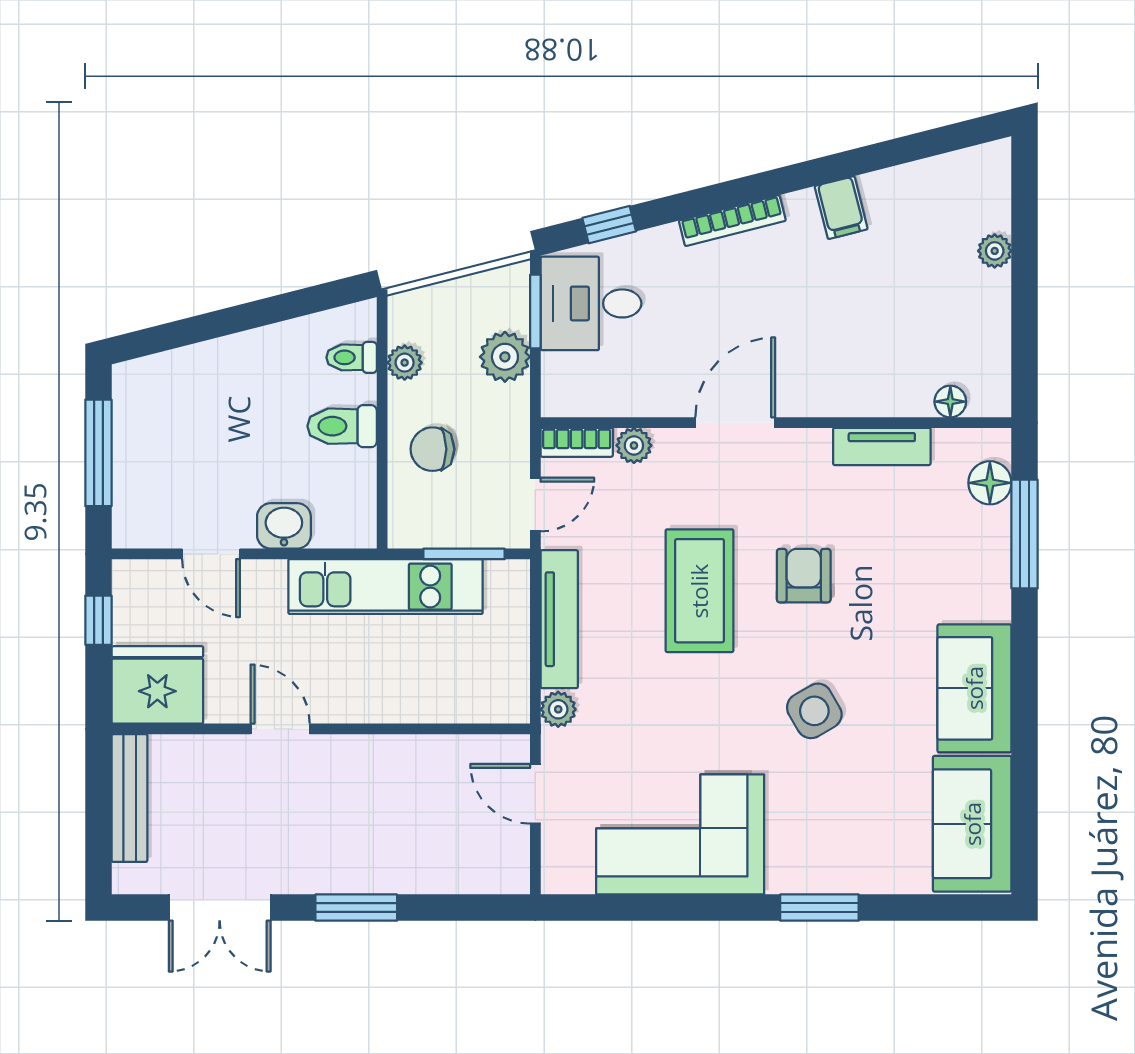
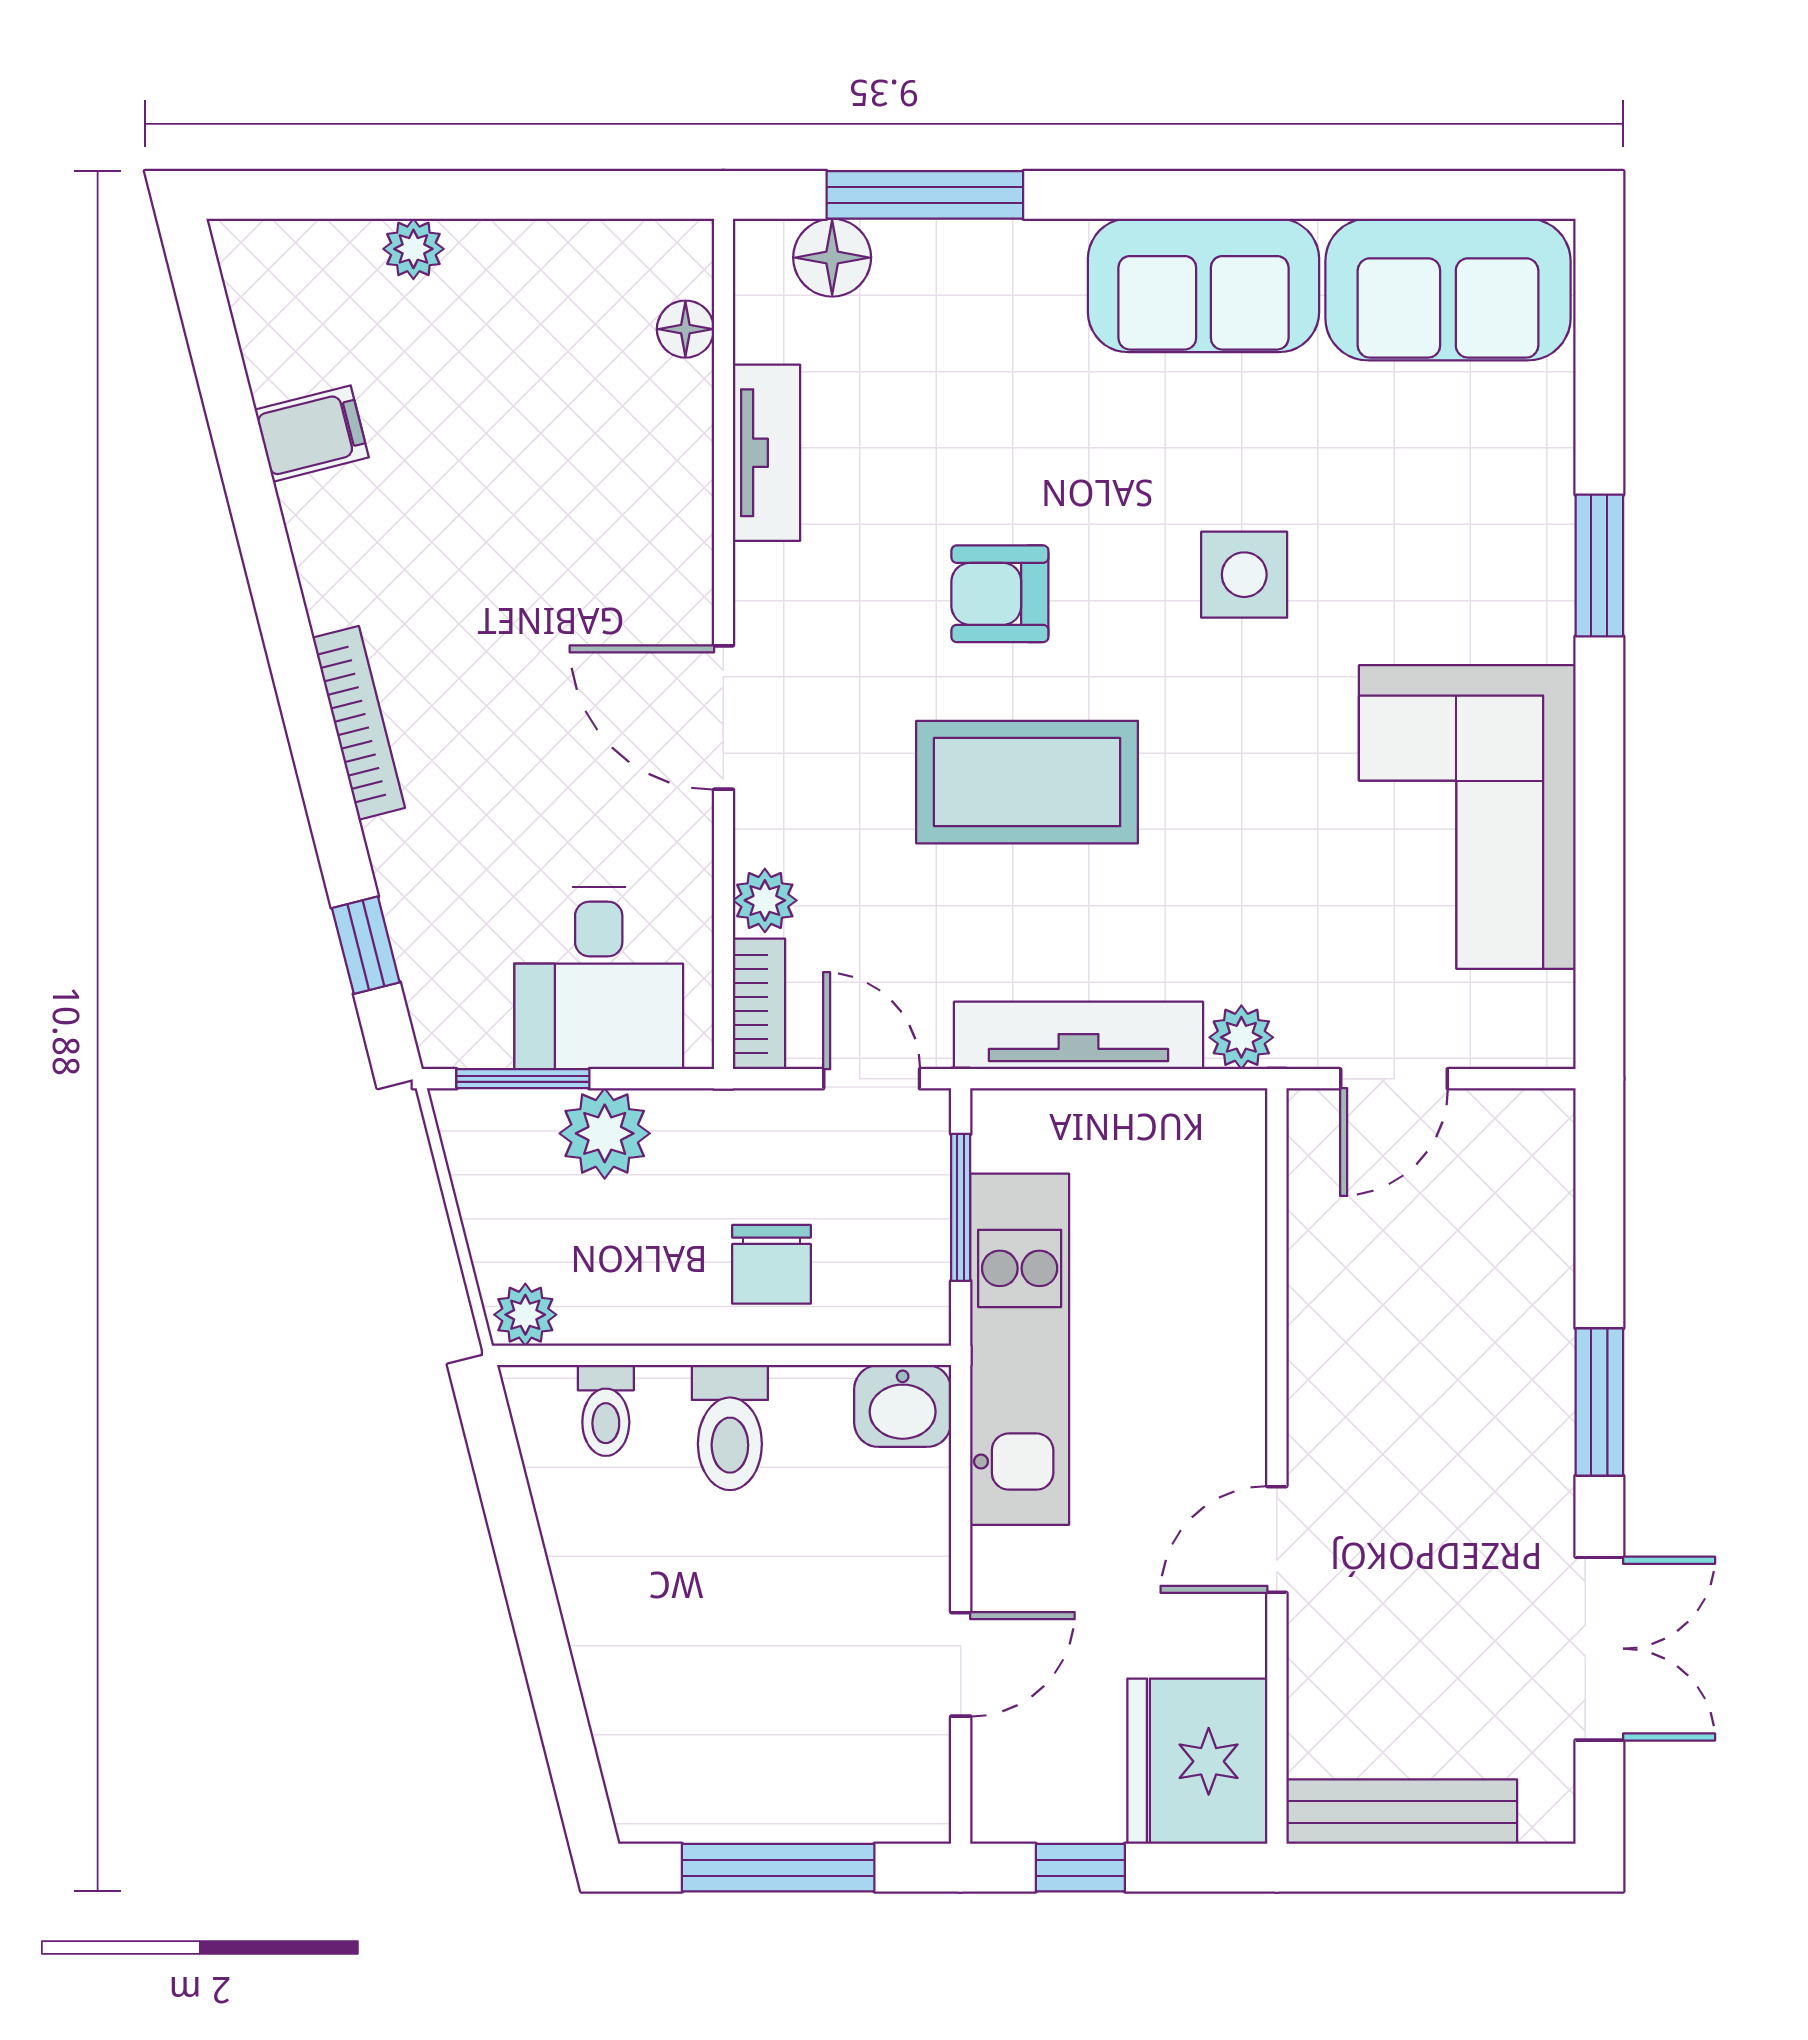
filing cabinet: (841, 208) -> (312, 434), moved
desk: (591, 303) -> (599, 978), moved
plant: (405, 363) -> (525, 1315), moved
washbasin: (284, 526) -> (903, 1406), moved, turned -90
side table: (814, 711) -> (1244, 575), turned 30

